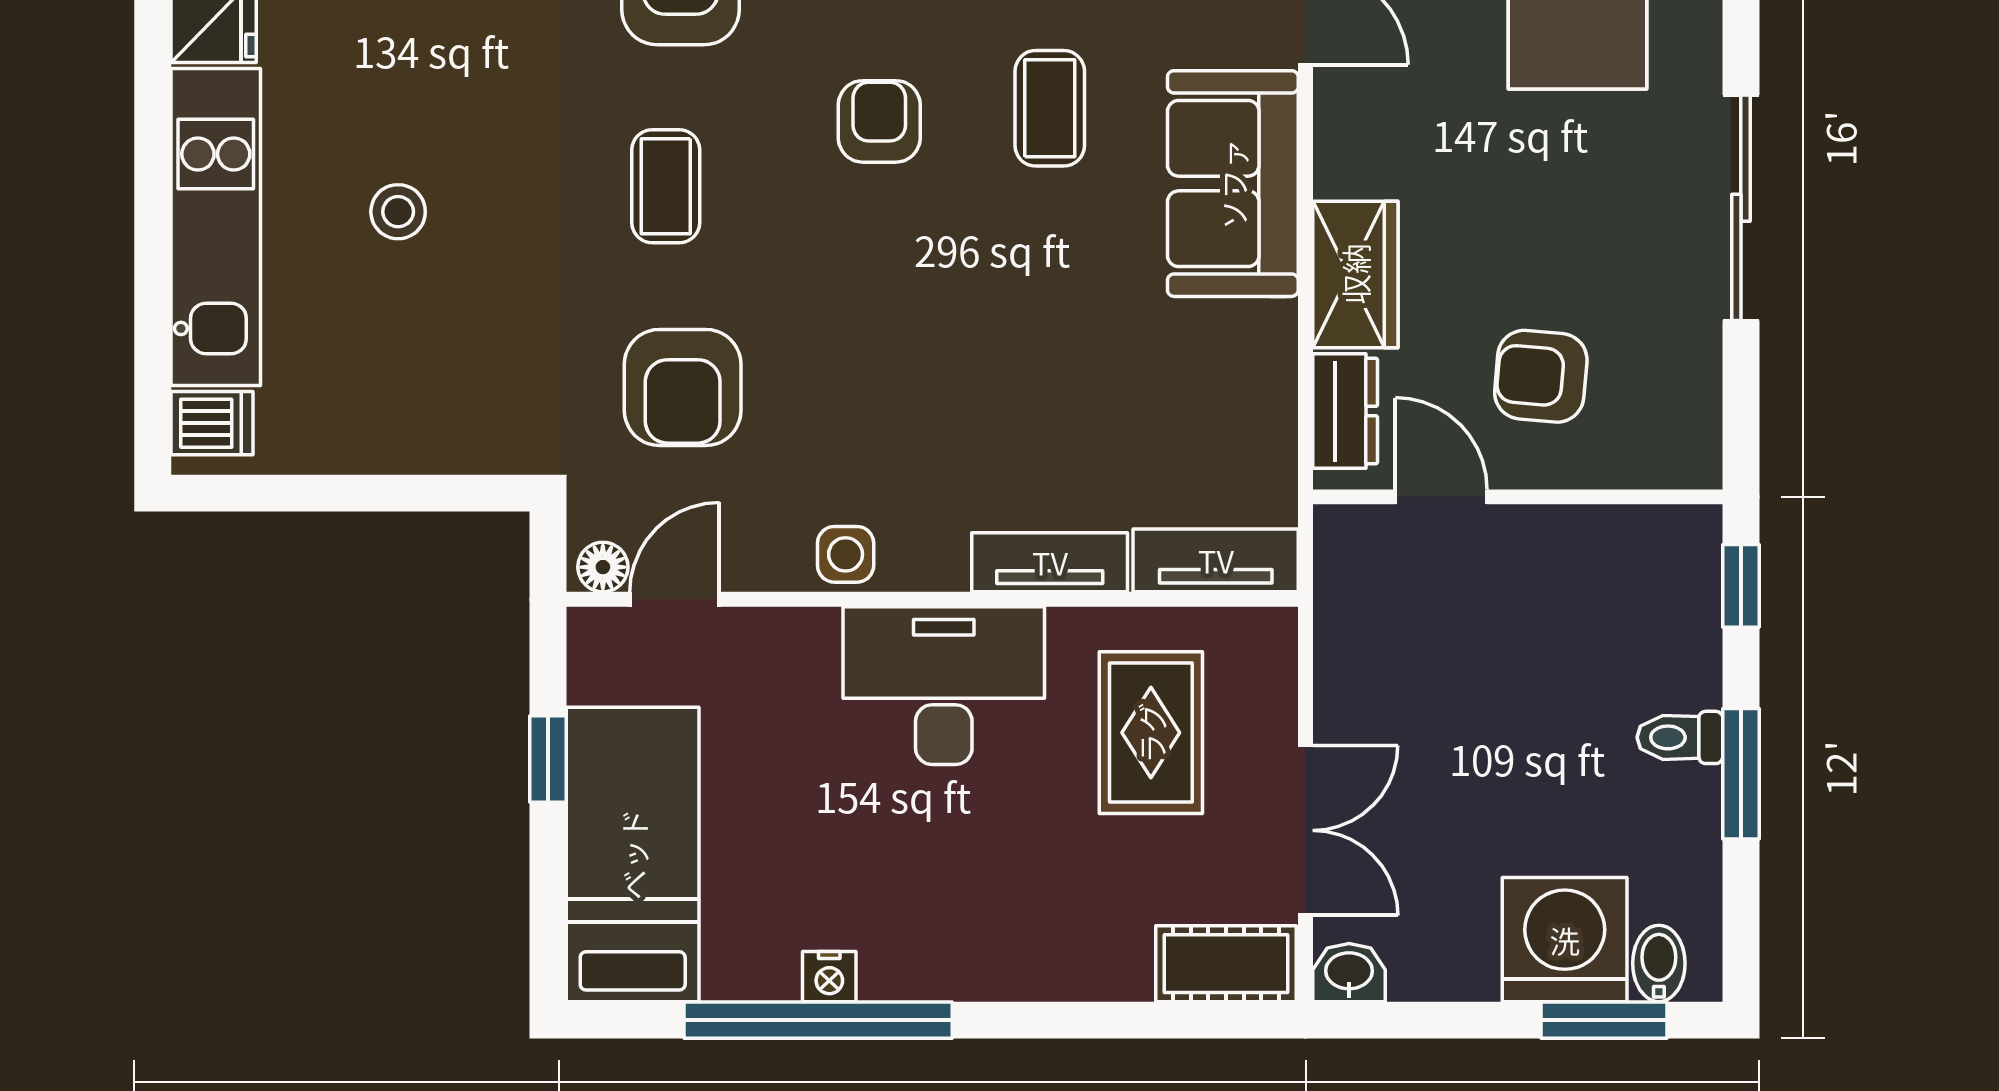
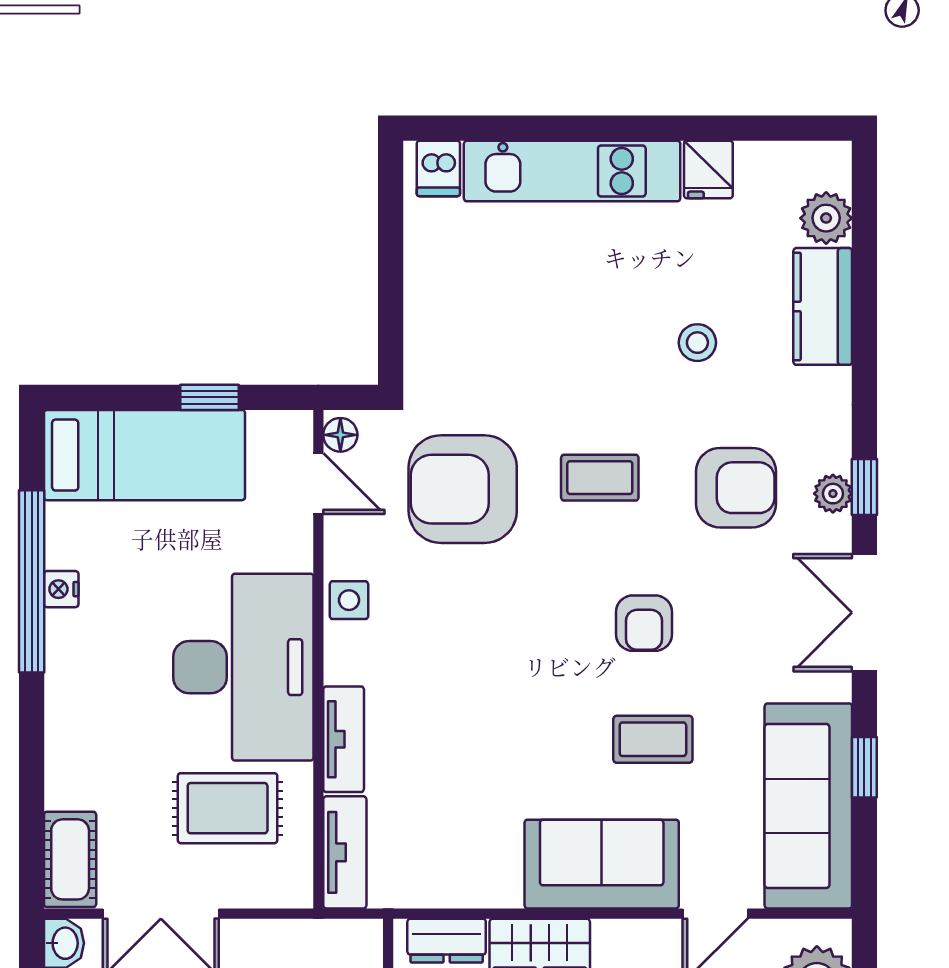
armchair: (879, 121) -> (644, 623), turned 90
stool: (398, 212) -> (697, 343), moved
armchair: (683, 387) -> (463, 489), width x1.36, depth x1.36
desk: (944, 686) -> (243, 667), width x1.36, depth x1.30

